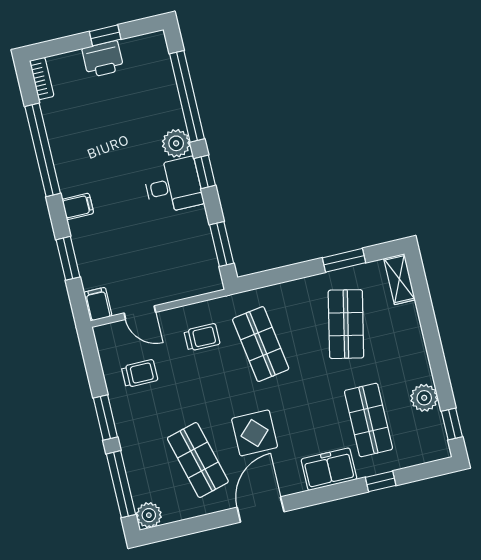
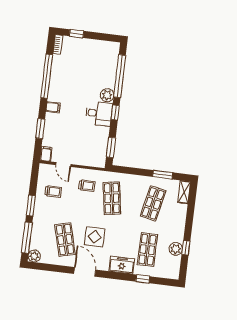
window: (105, 35) -> (77, 34), moved
printer: (103, 59) -> (88, 46), removed
window: (452, 424) -> (186, 248), moved
door: (261, 510) -> (85, 272), hinge flipped

